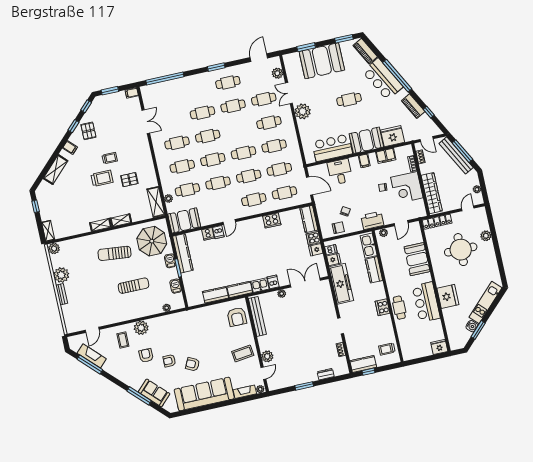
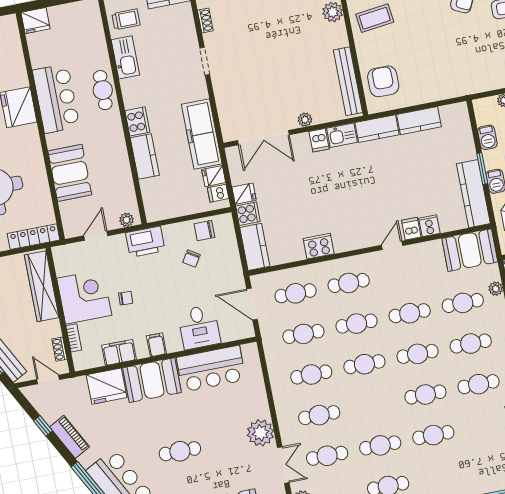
kitchen sink: (369, 246) -> (125, 57), moved
cooker: (383, 307) -> (137, 121), moved

